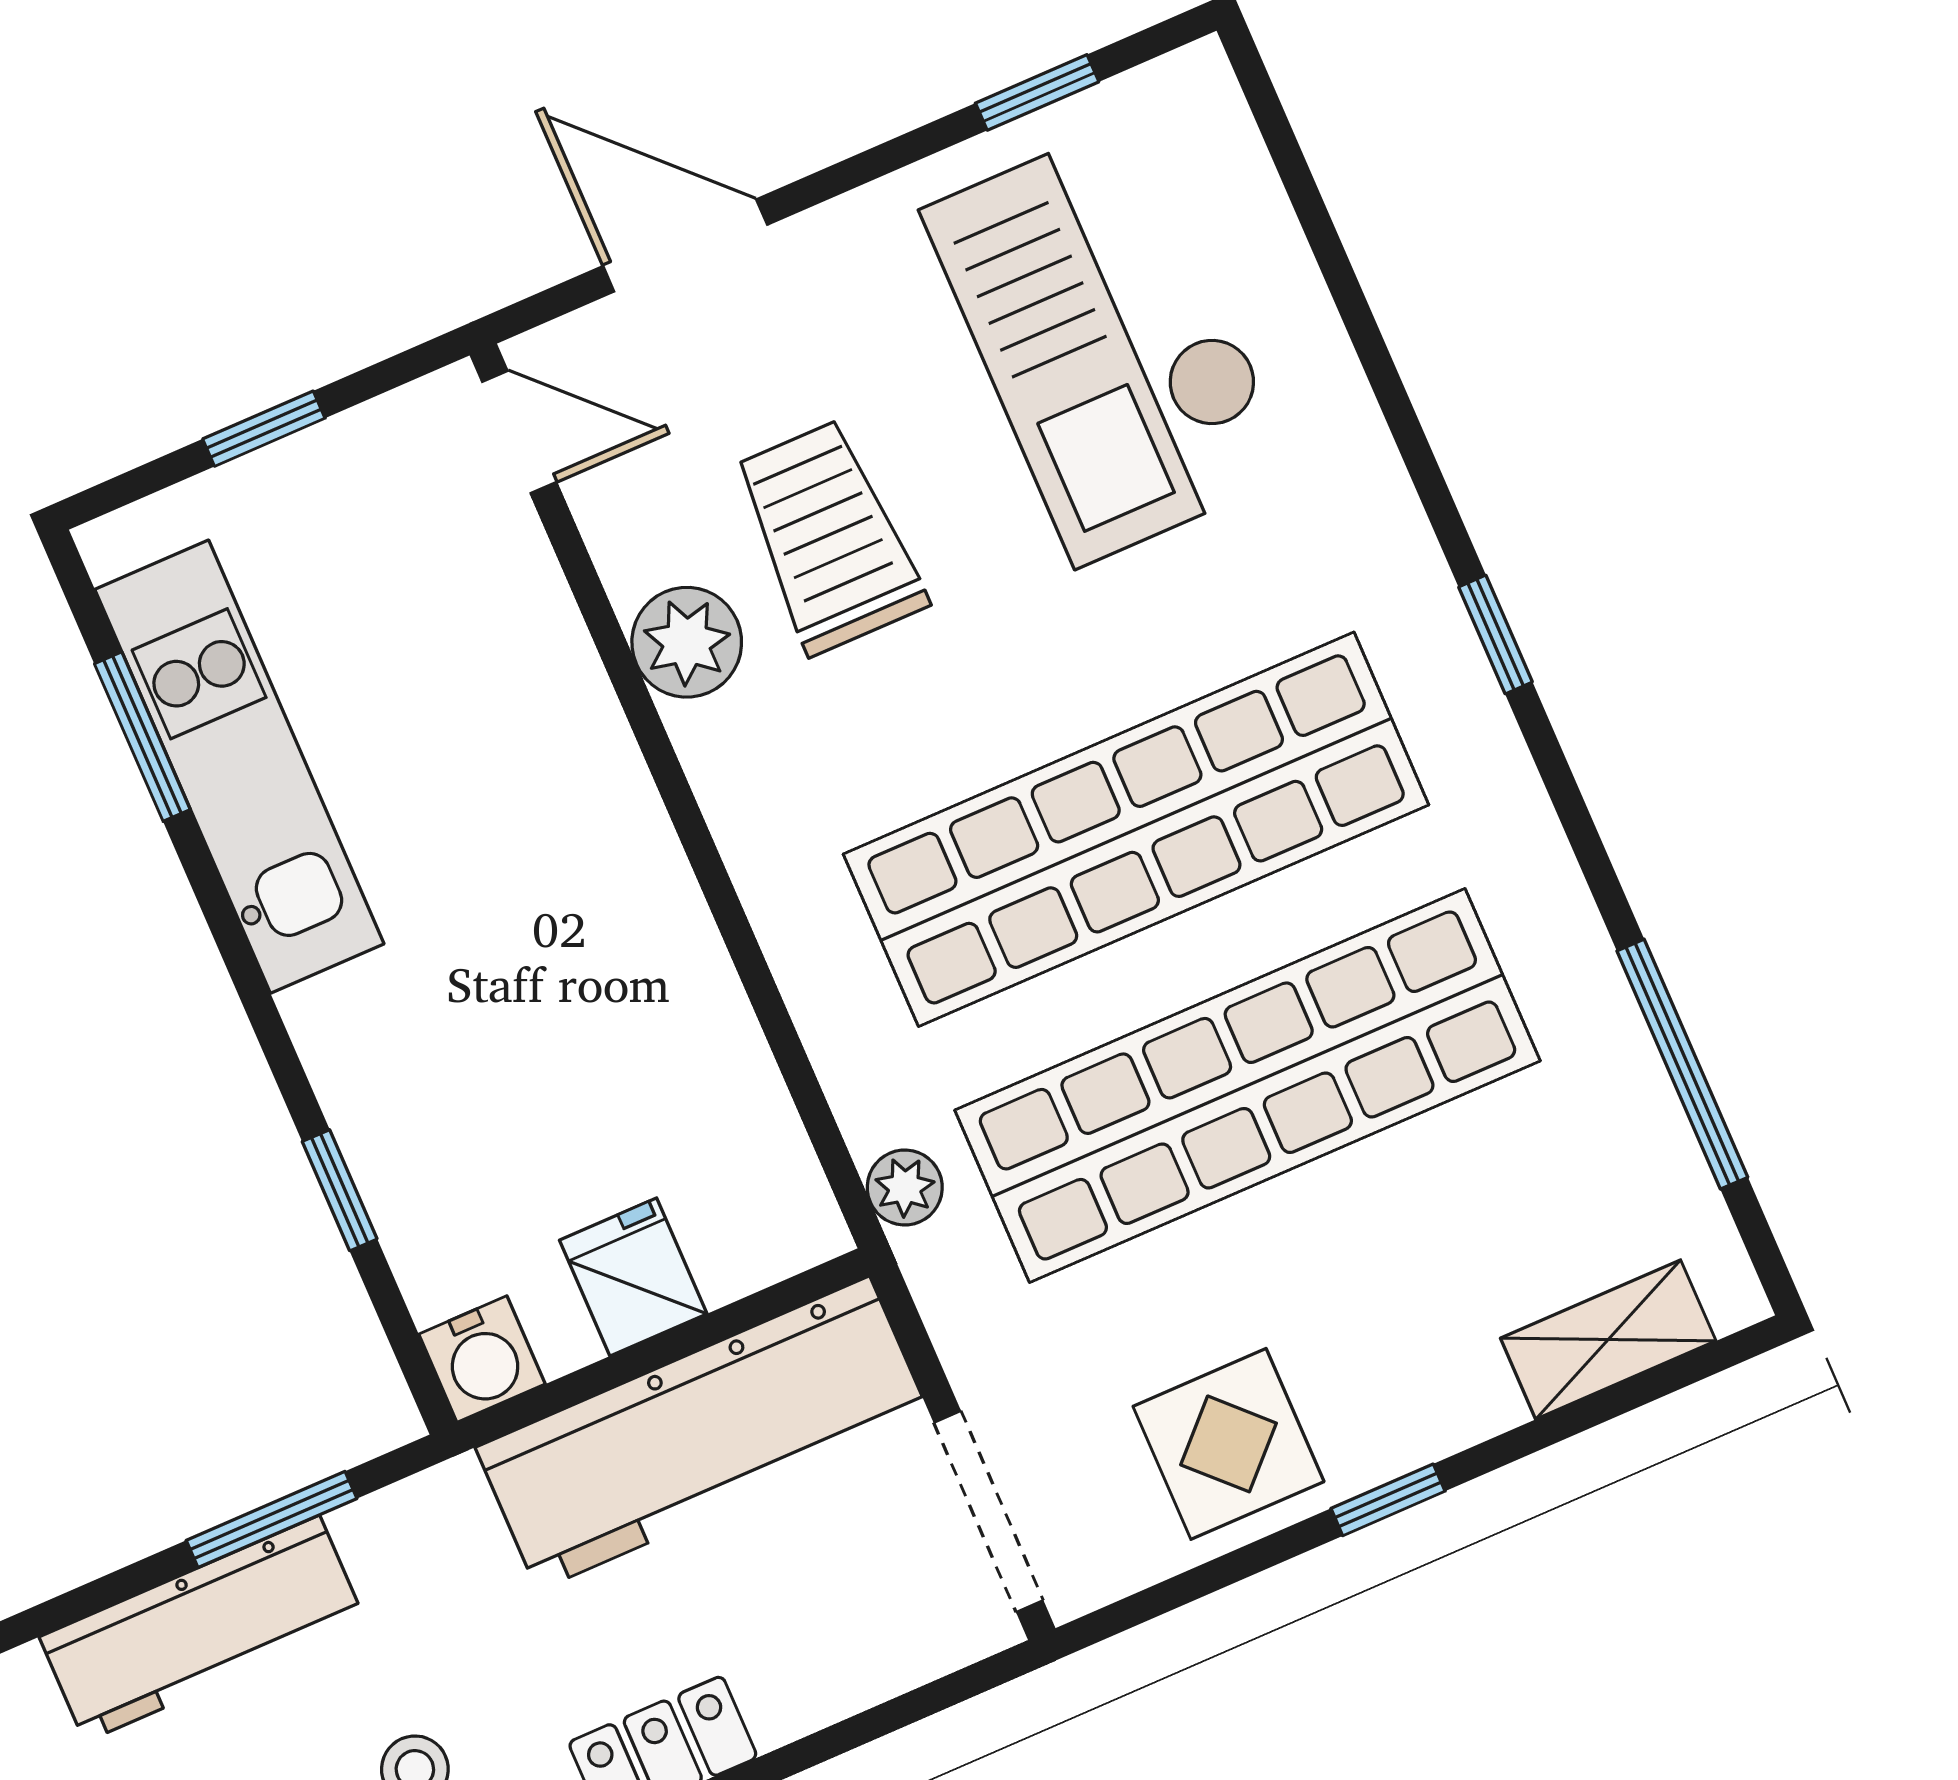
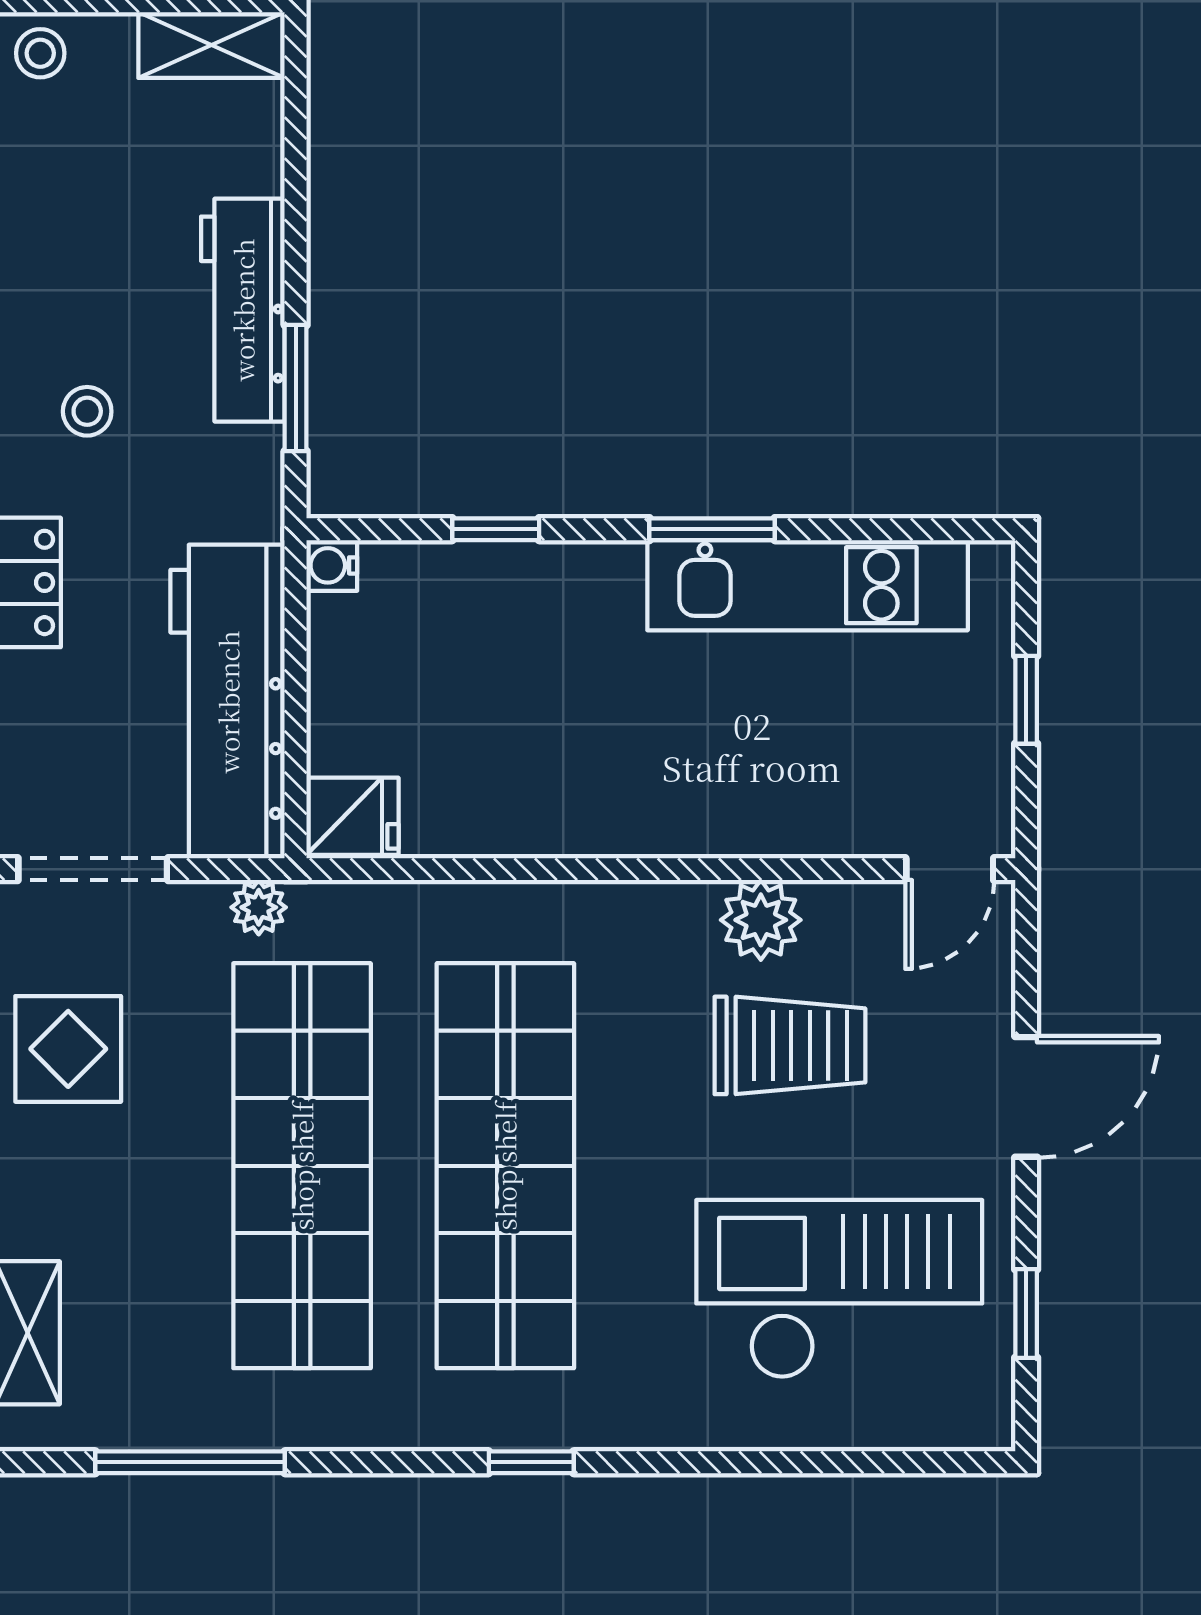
door: (685, 245) -> (1026, 1097), moved
window: (142, 737) -> (712, 529), moved
plant: (905, 1187) -> (259, 907), moved
fridge: (633, 1277) -> (352, 816), moved
water cooler: (482, 1359) -> (332, 565), width x0.72, depth x0.72

